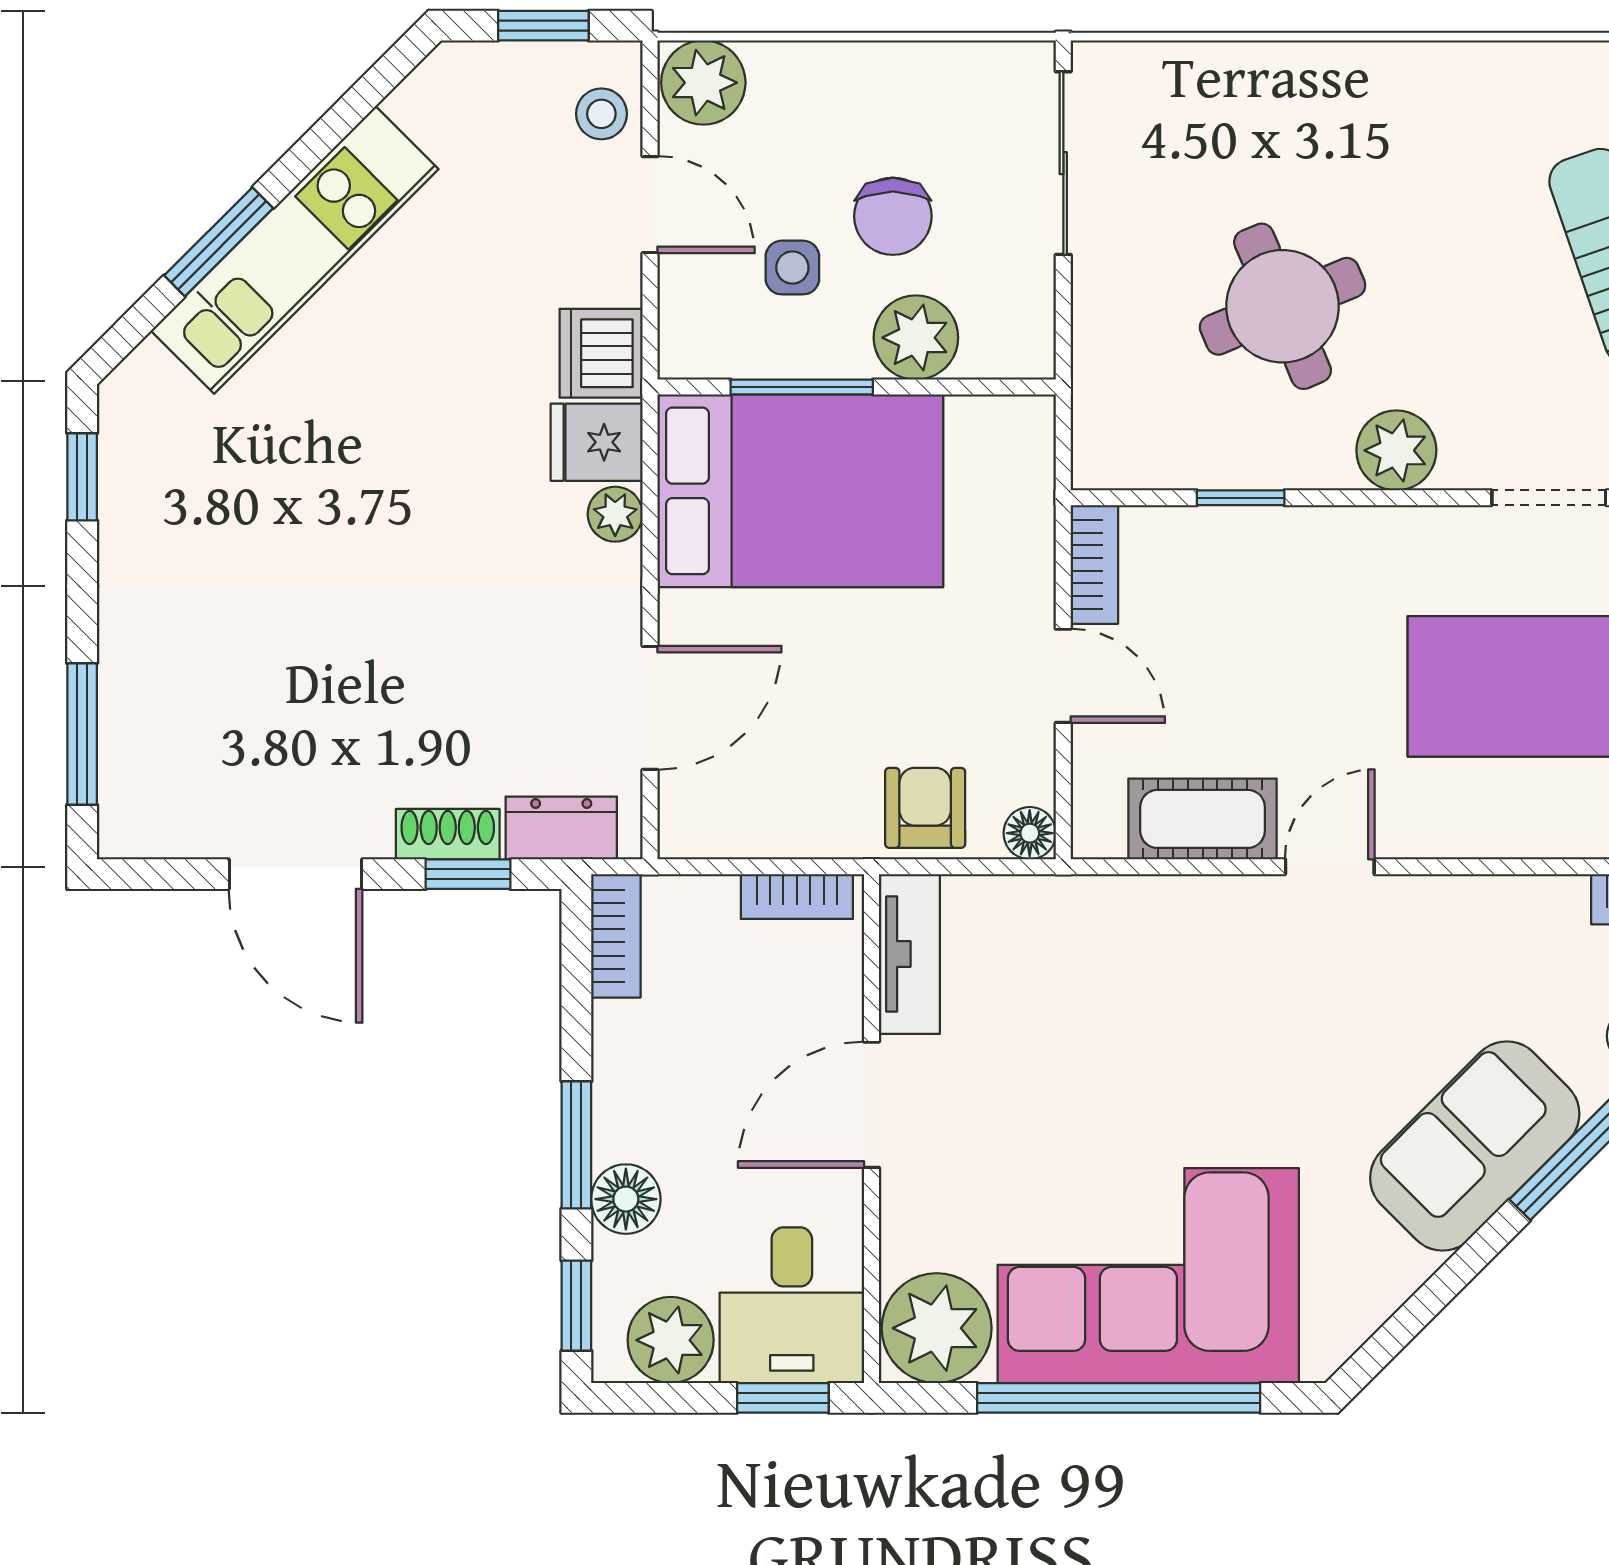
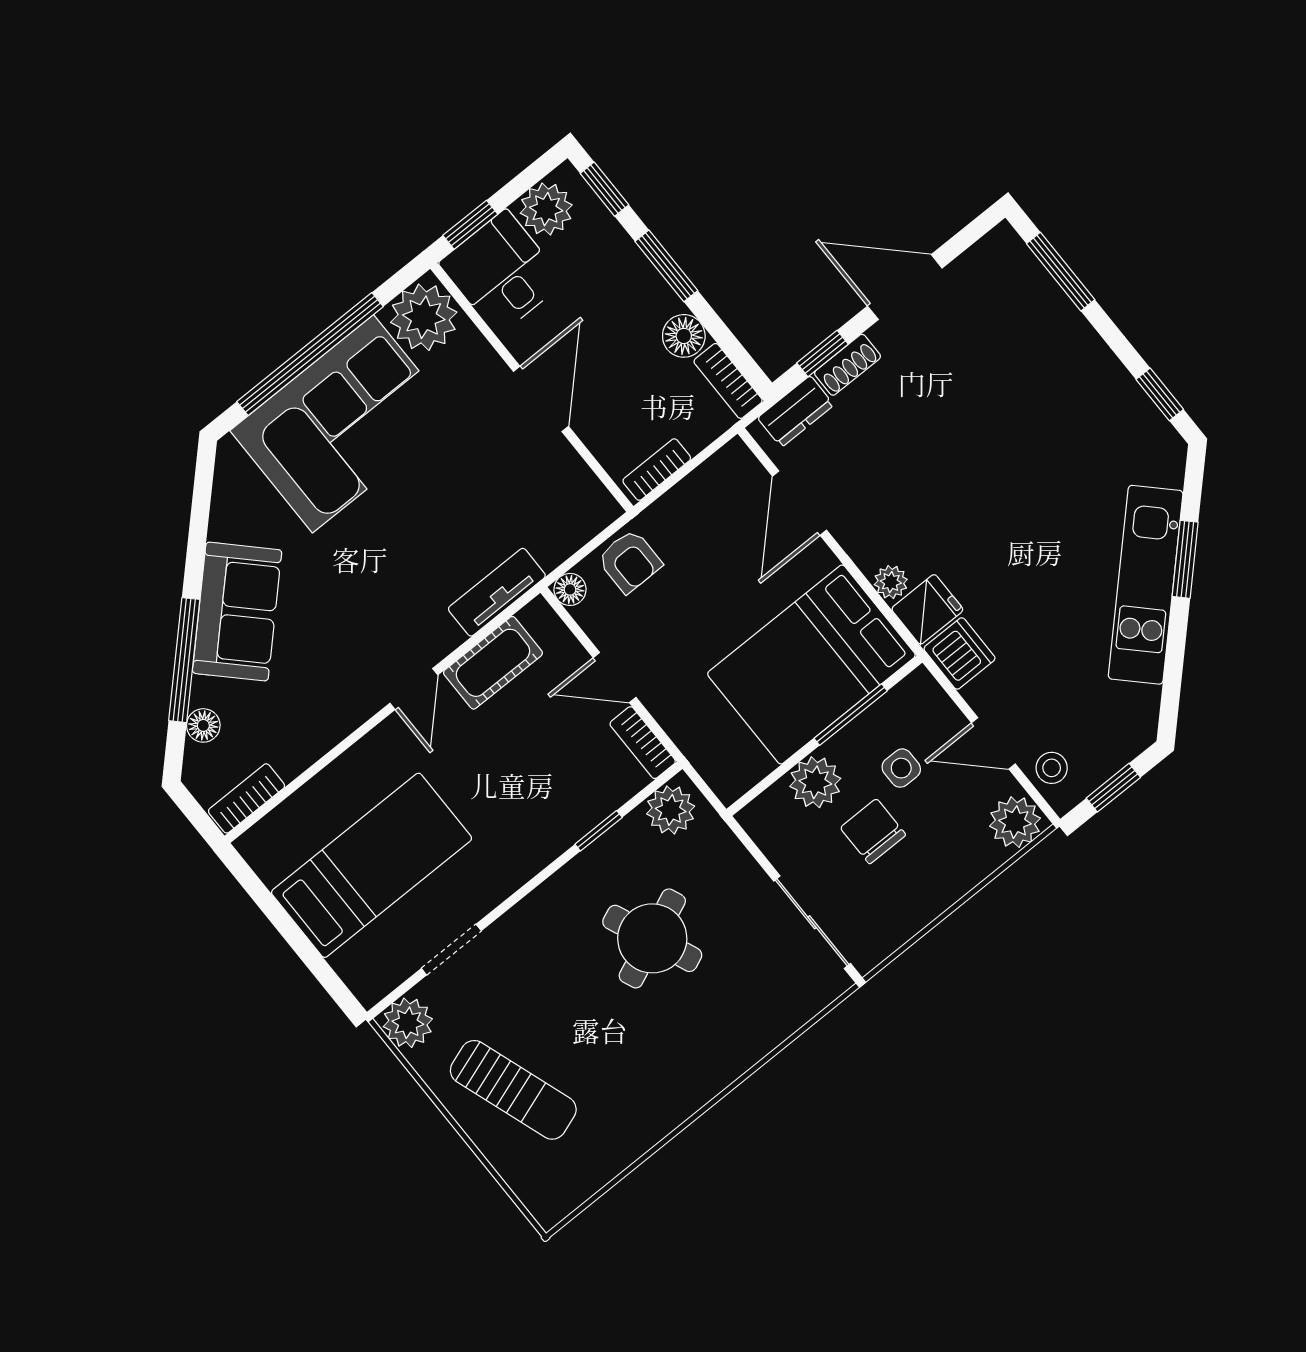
plant: (1396, 450) -> (671, 810), moved
tv unit: (909, 954) -> (497, 592), moved, turned 90
floor lamp: (626, 1199) -> (684, 336), moved

